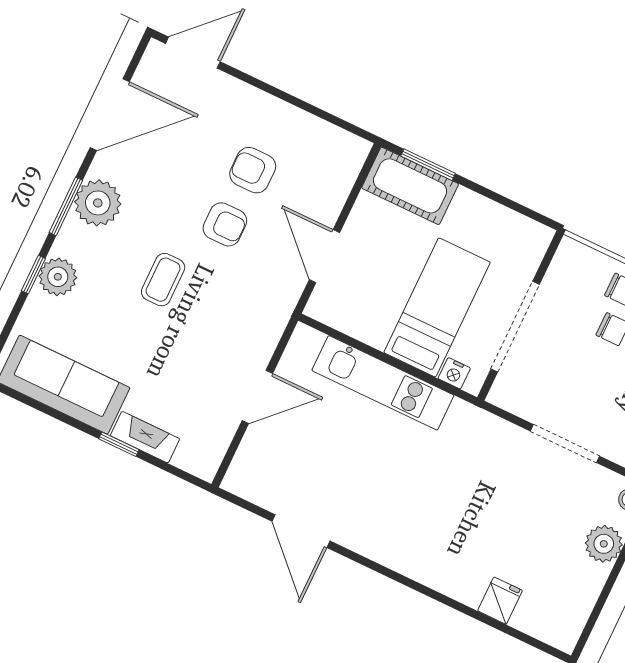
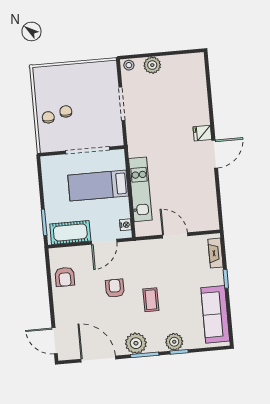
armchair: (253, 170) -> (65, 277), moved
cot: (410, 186) -> (70, 232), moved, turned 90
coffee table: (163, 280) -> (151, 300), turned 90
nightstand: (454, 373) -> (125, 225), moved
fireplace: (145, 437) -> (215, 253), moved
door: (301, 531) -> (215, 154), moved
fridge: (500, 601) -> (202, 133), moved

